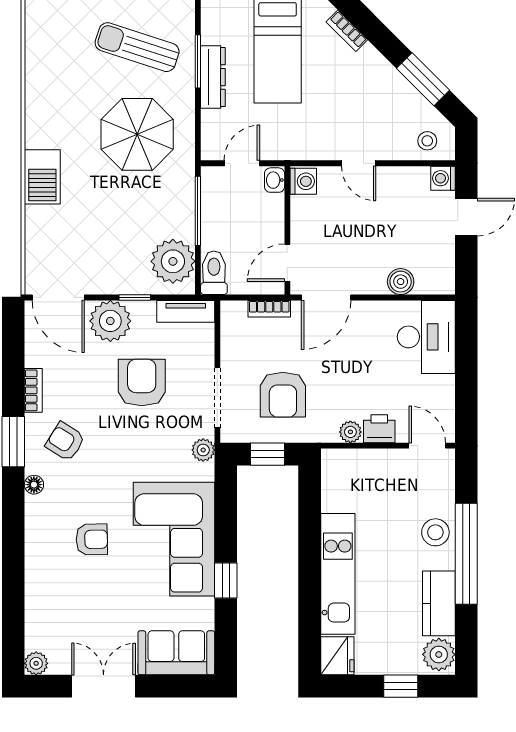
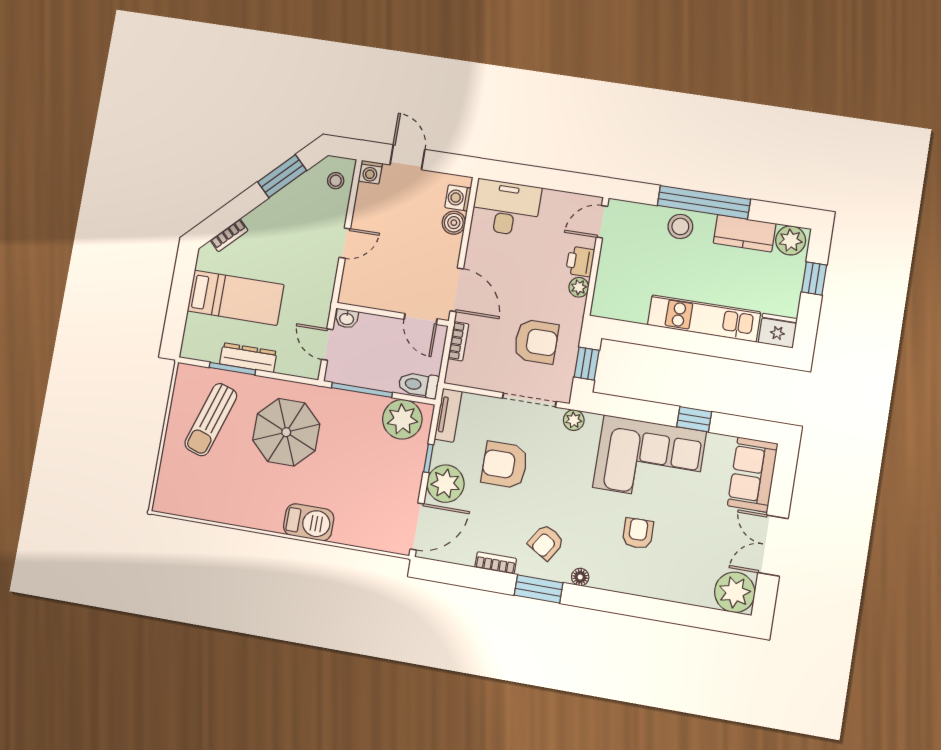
washing machine: (303, 181) -> (458, 198), moved, turned -90
plant: (36, 663) -> (735, 592), width x1.88, depth x1.88

